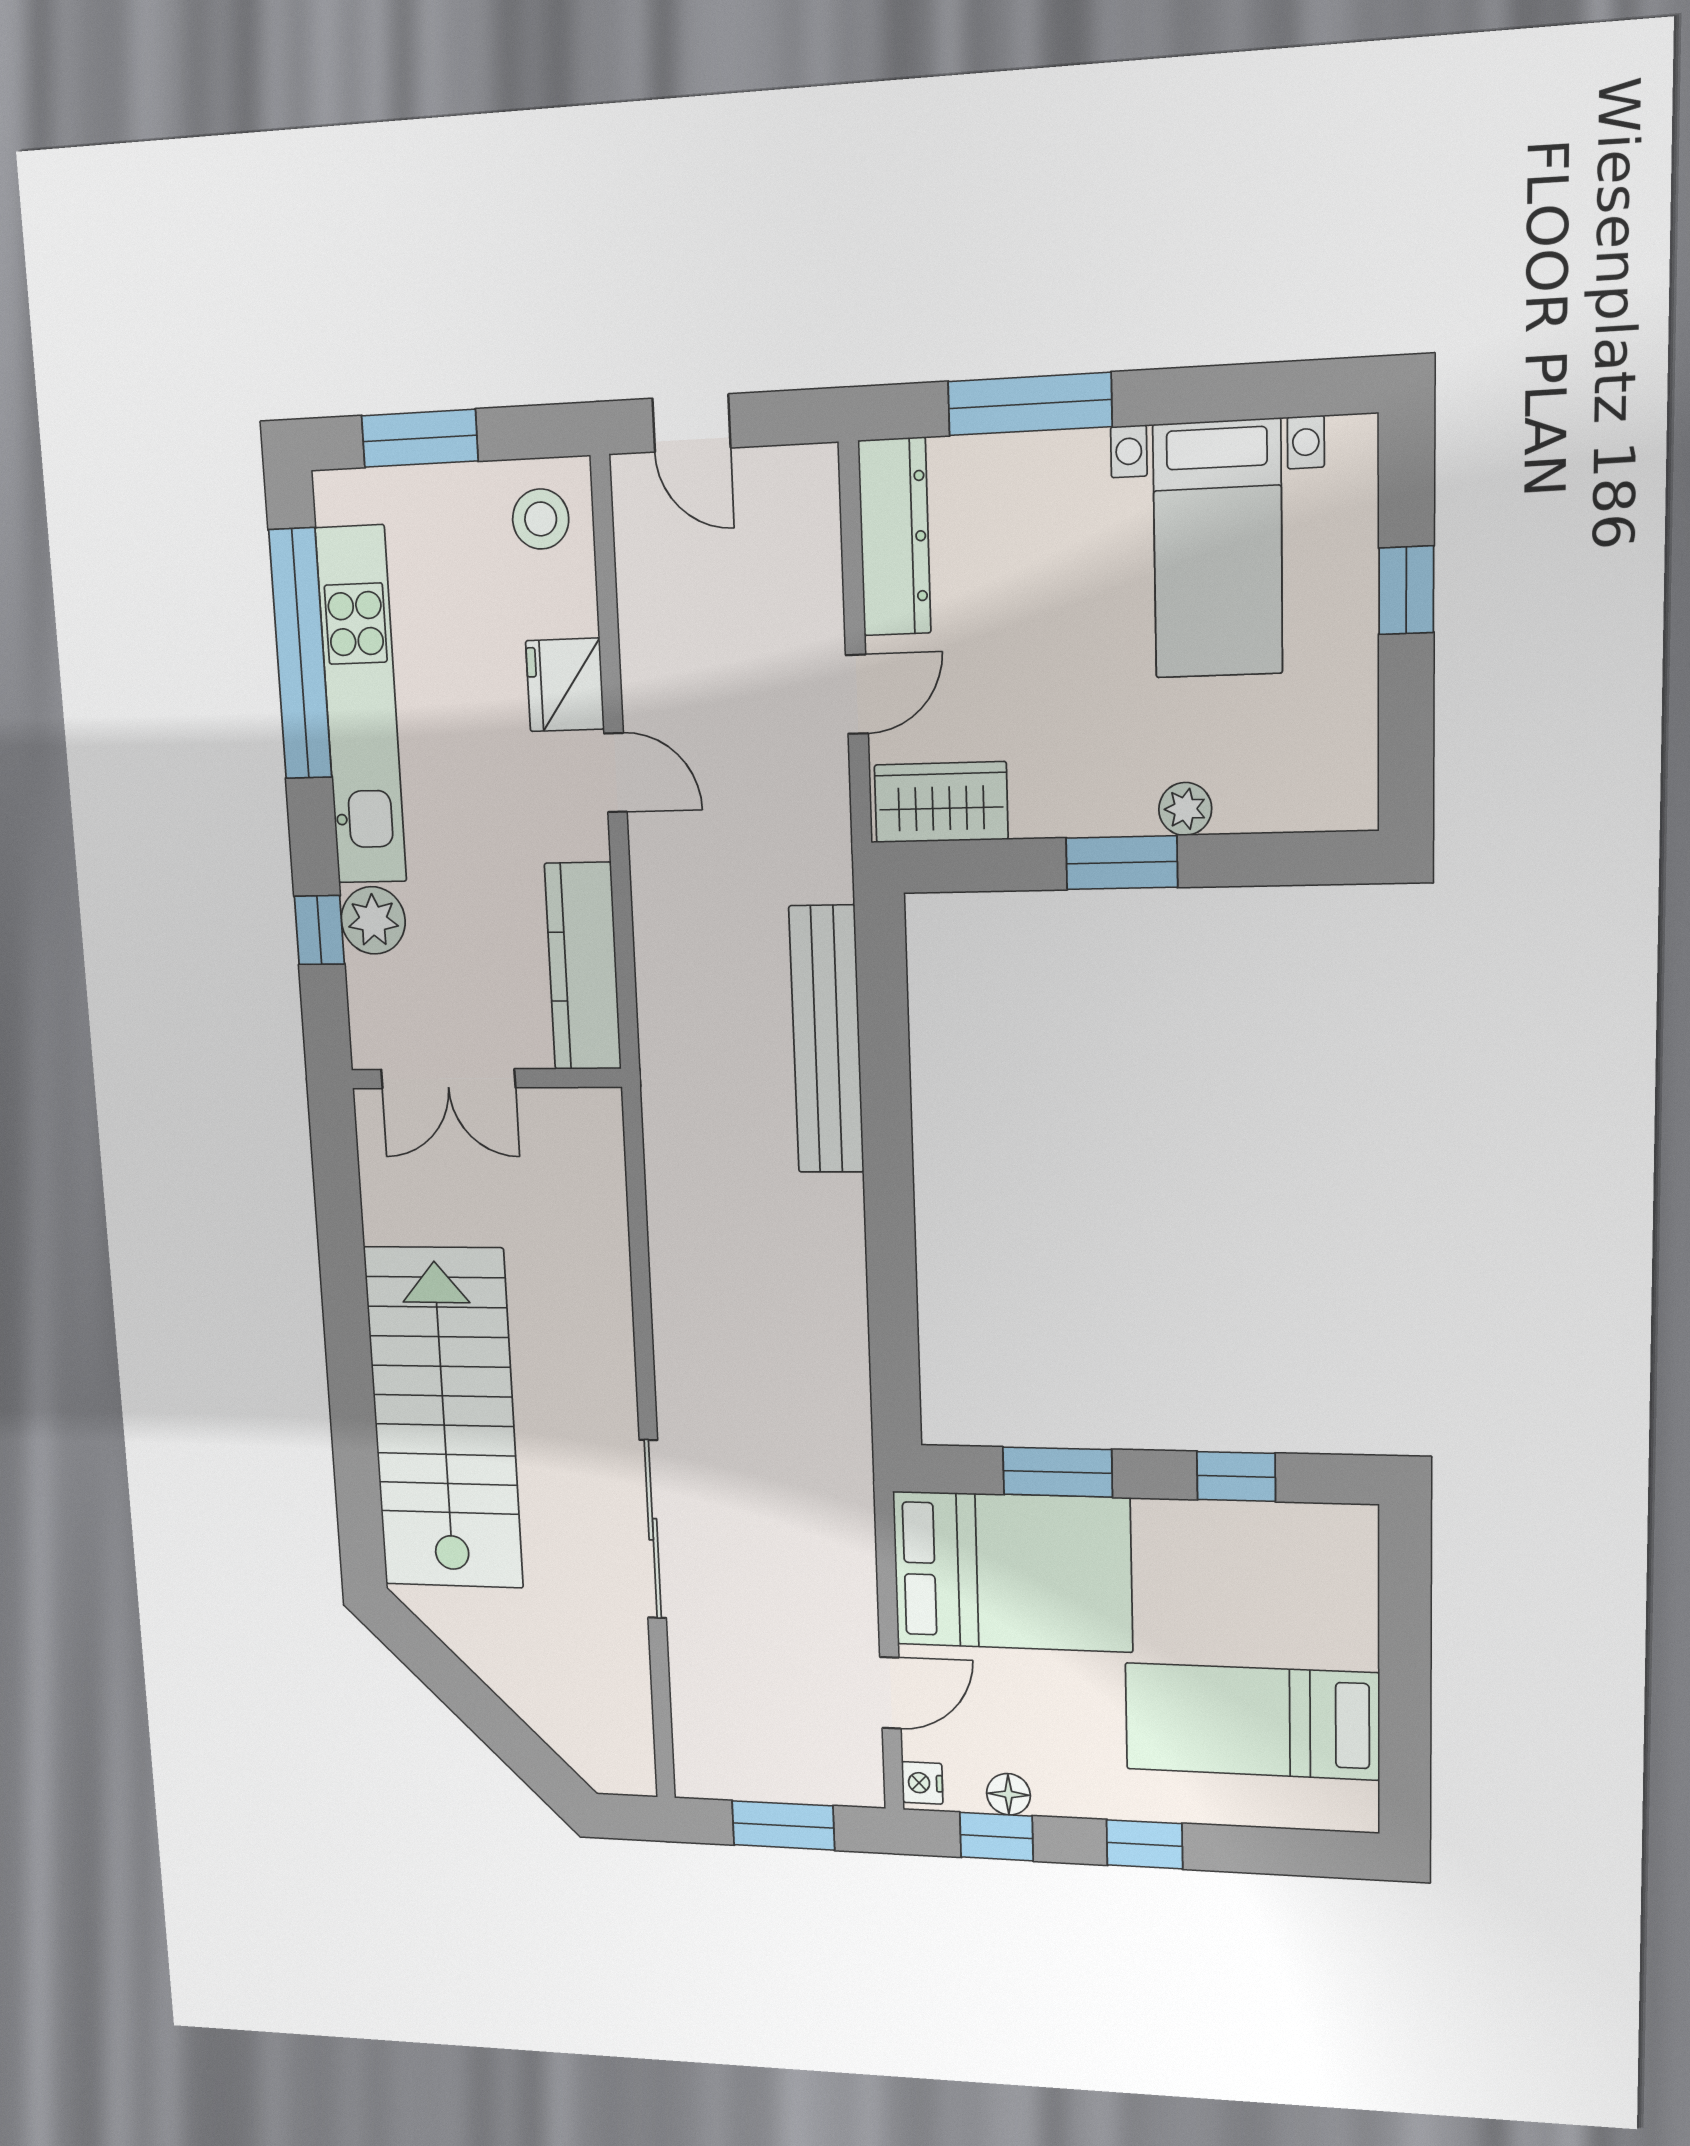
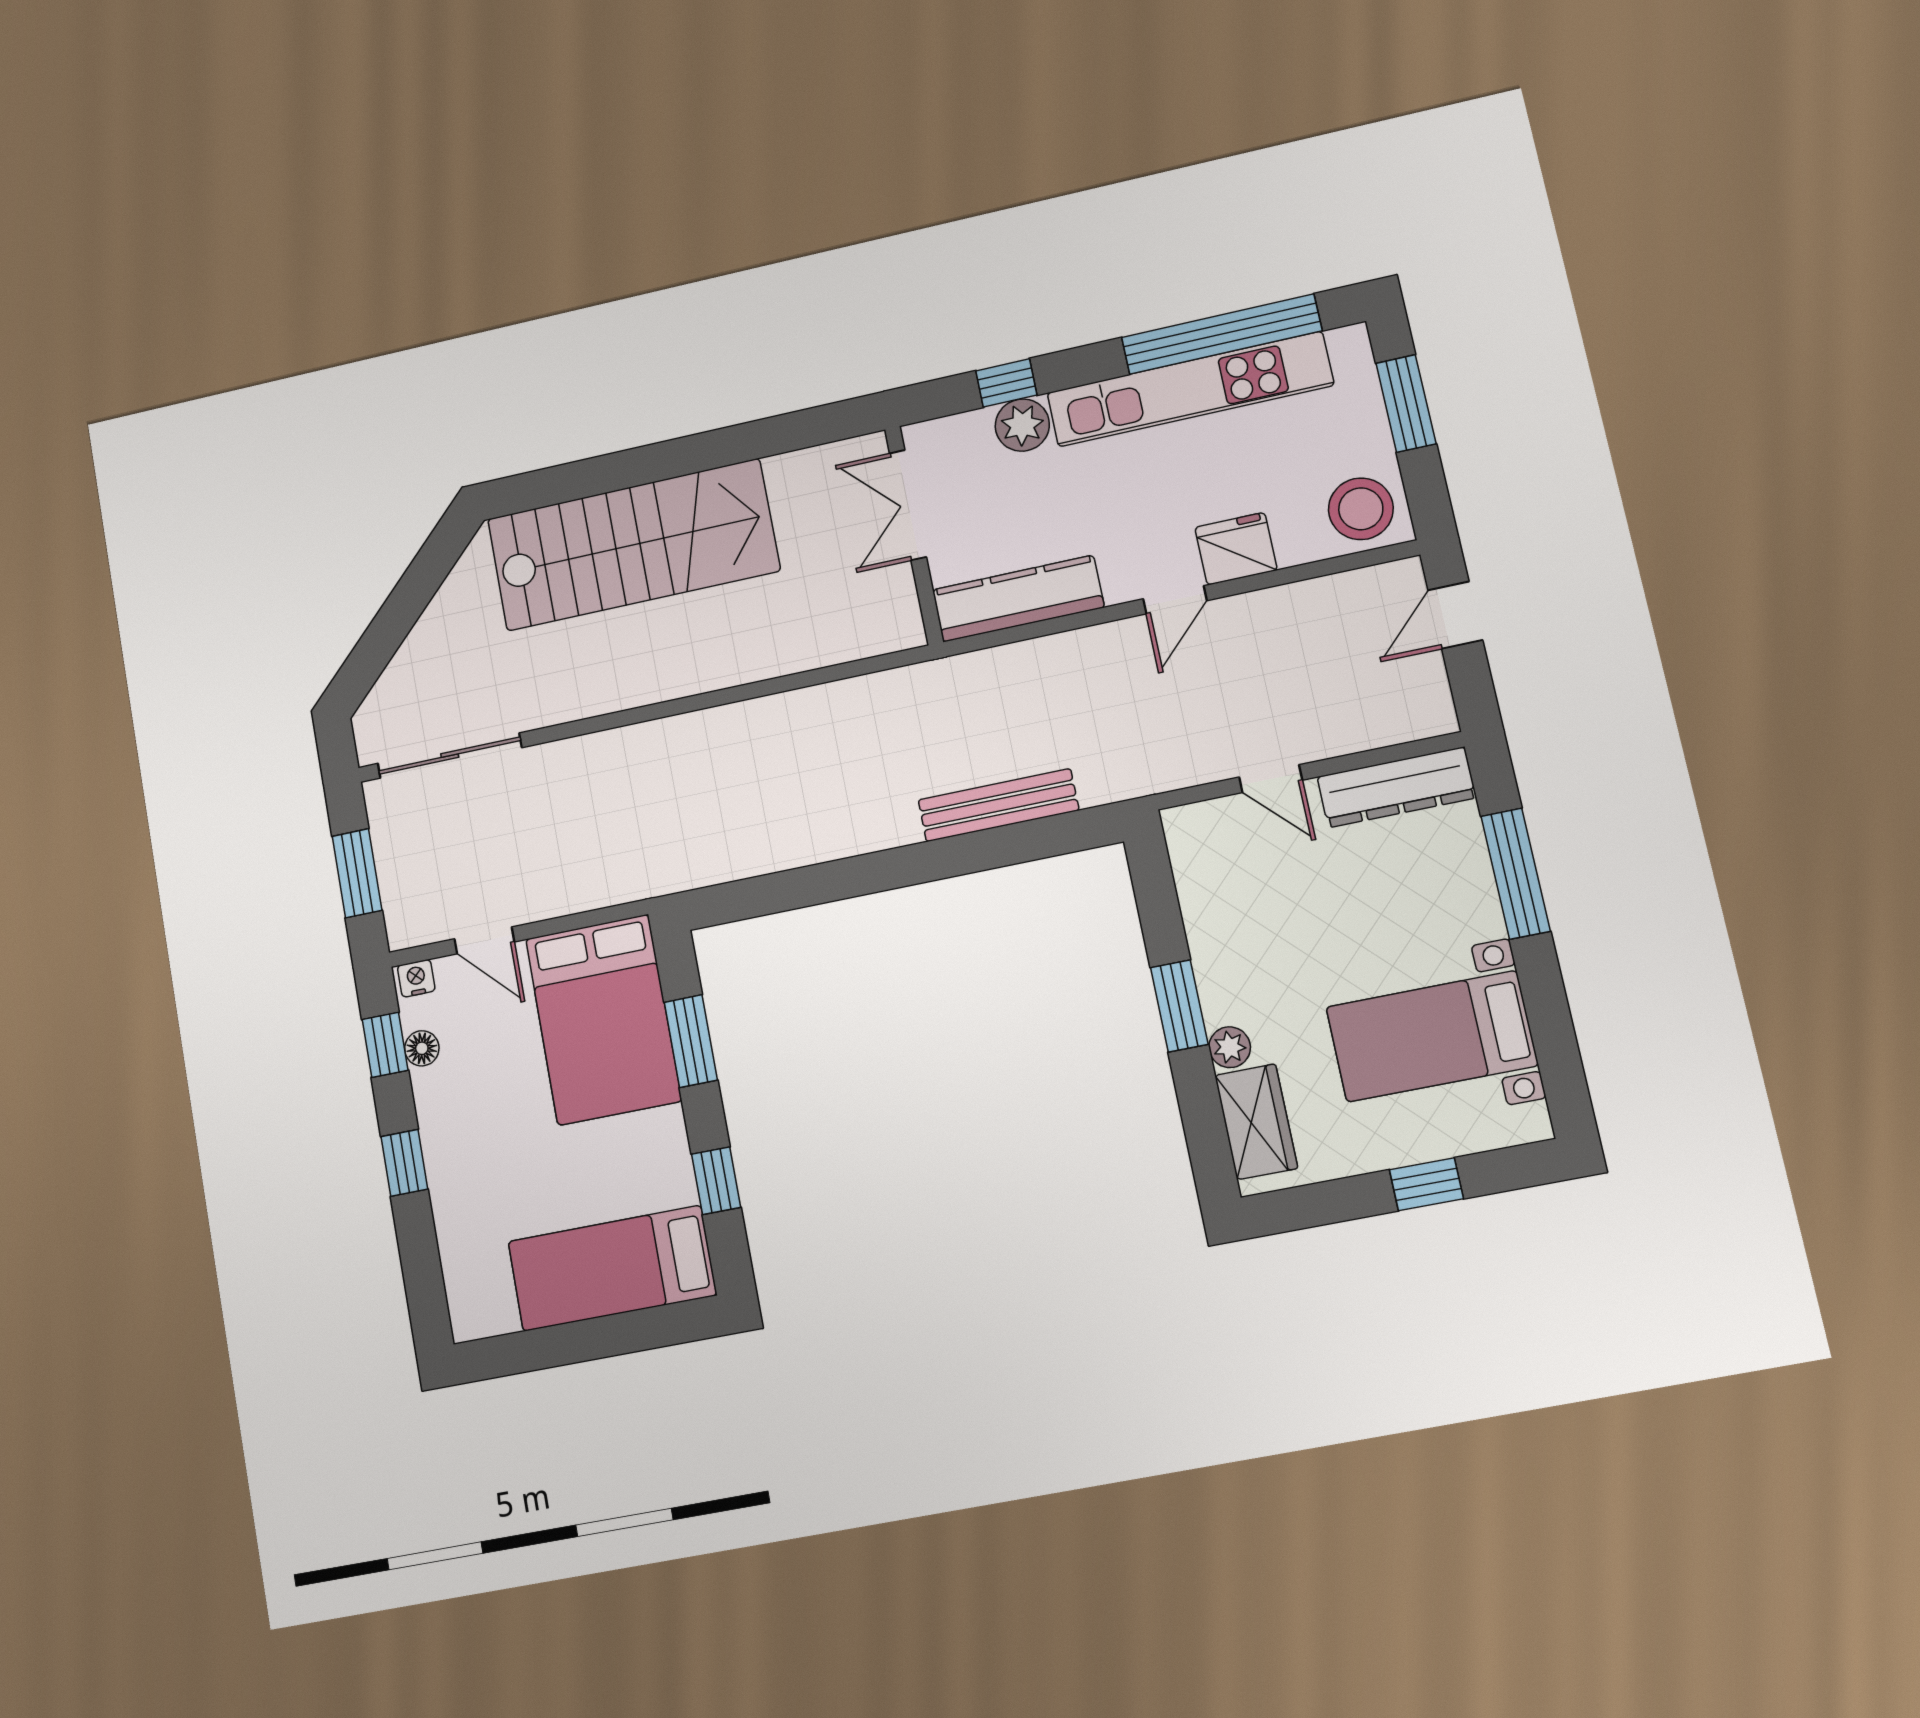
stool: (541, 519) -> (1361, 509), width x1.38, depth x1.38
wardrobe: (941, 802) -> (1256, 1122), moved
bench: (826, 1040) -> (998, 805), width x0.73, depth x0.82
sliding door: (653, 1529) -> (450, 756), moved
bed: (1252, 1721) -> (612, 1268), moved, turned -90

